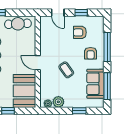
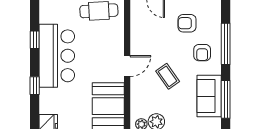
door: (38, 63) -> (127, 66), swing flipped

